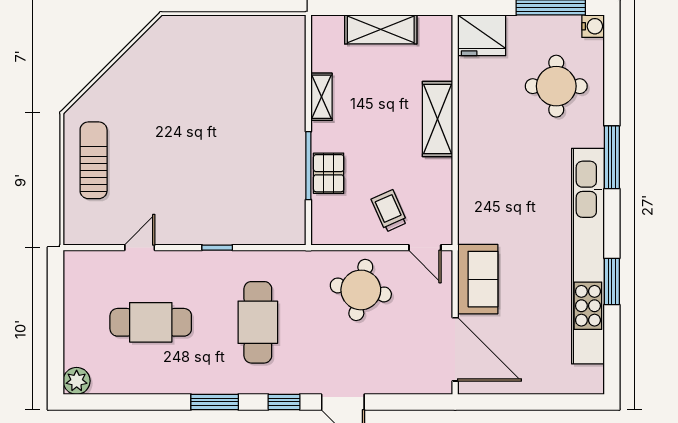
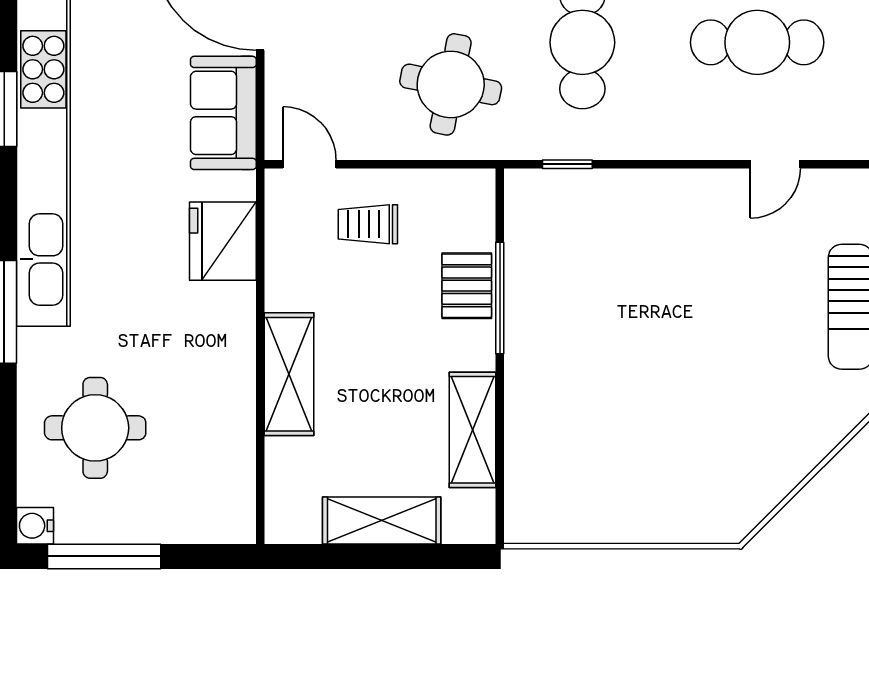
fridge: (482, 35) -> (223, 241), moved, turned -90
shelving: (322, 97) -> (473, 430), width x1.50, depth x1.33
trolley: (389, 211) -> (368, 224), turned 114
window: (217, 248) -> (567, 164), moved
round table: (361, 290) -> (451, 84), moved

